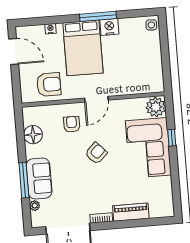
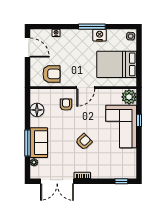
bed: (83, 48) -> (117, 64), moved, turned 90
armchair: (96, 153) -> (84, 142), moved
piano: (131, 212) -> (104, 173), removed
window: (155, 222) -> (121, 181), added

